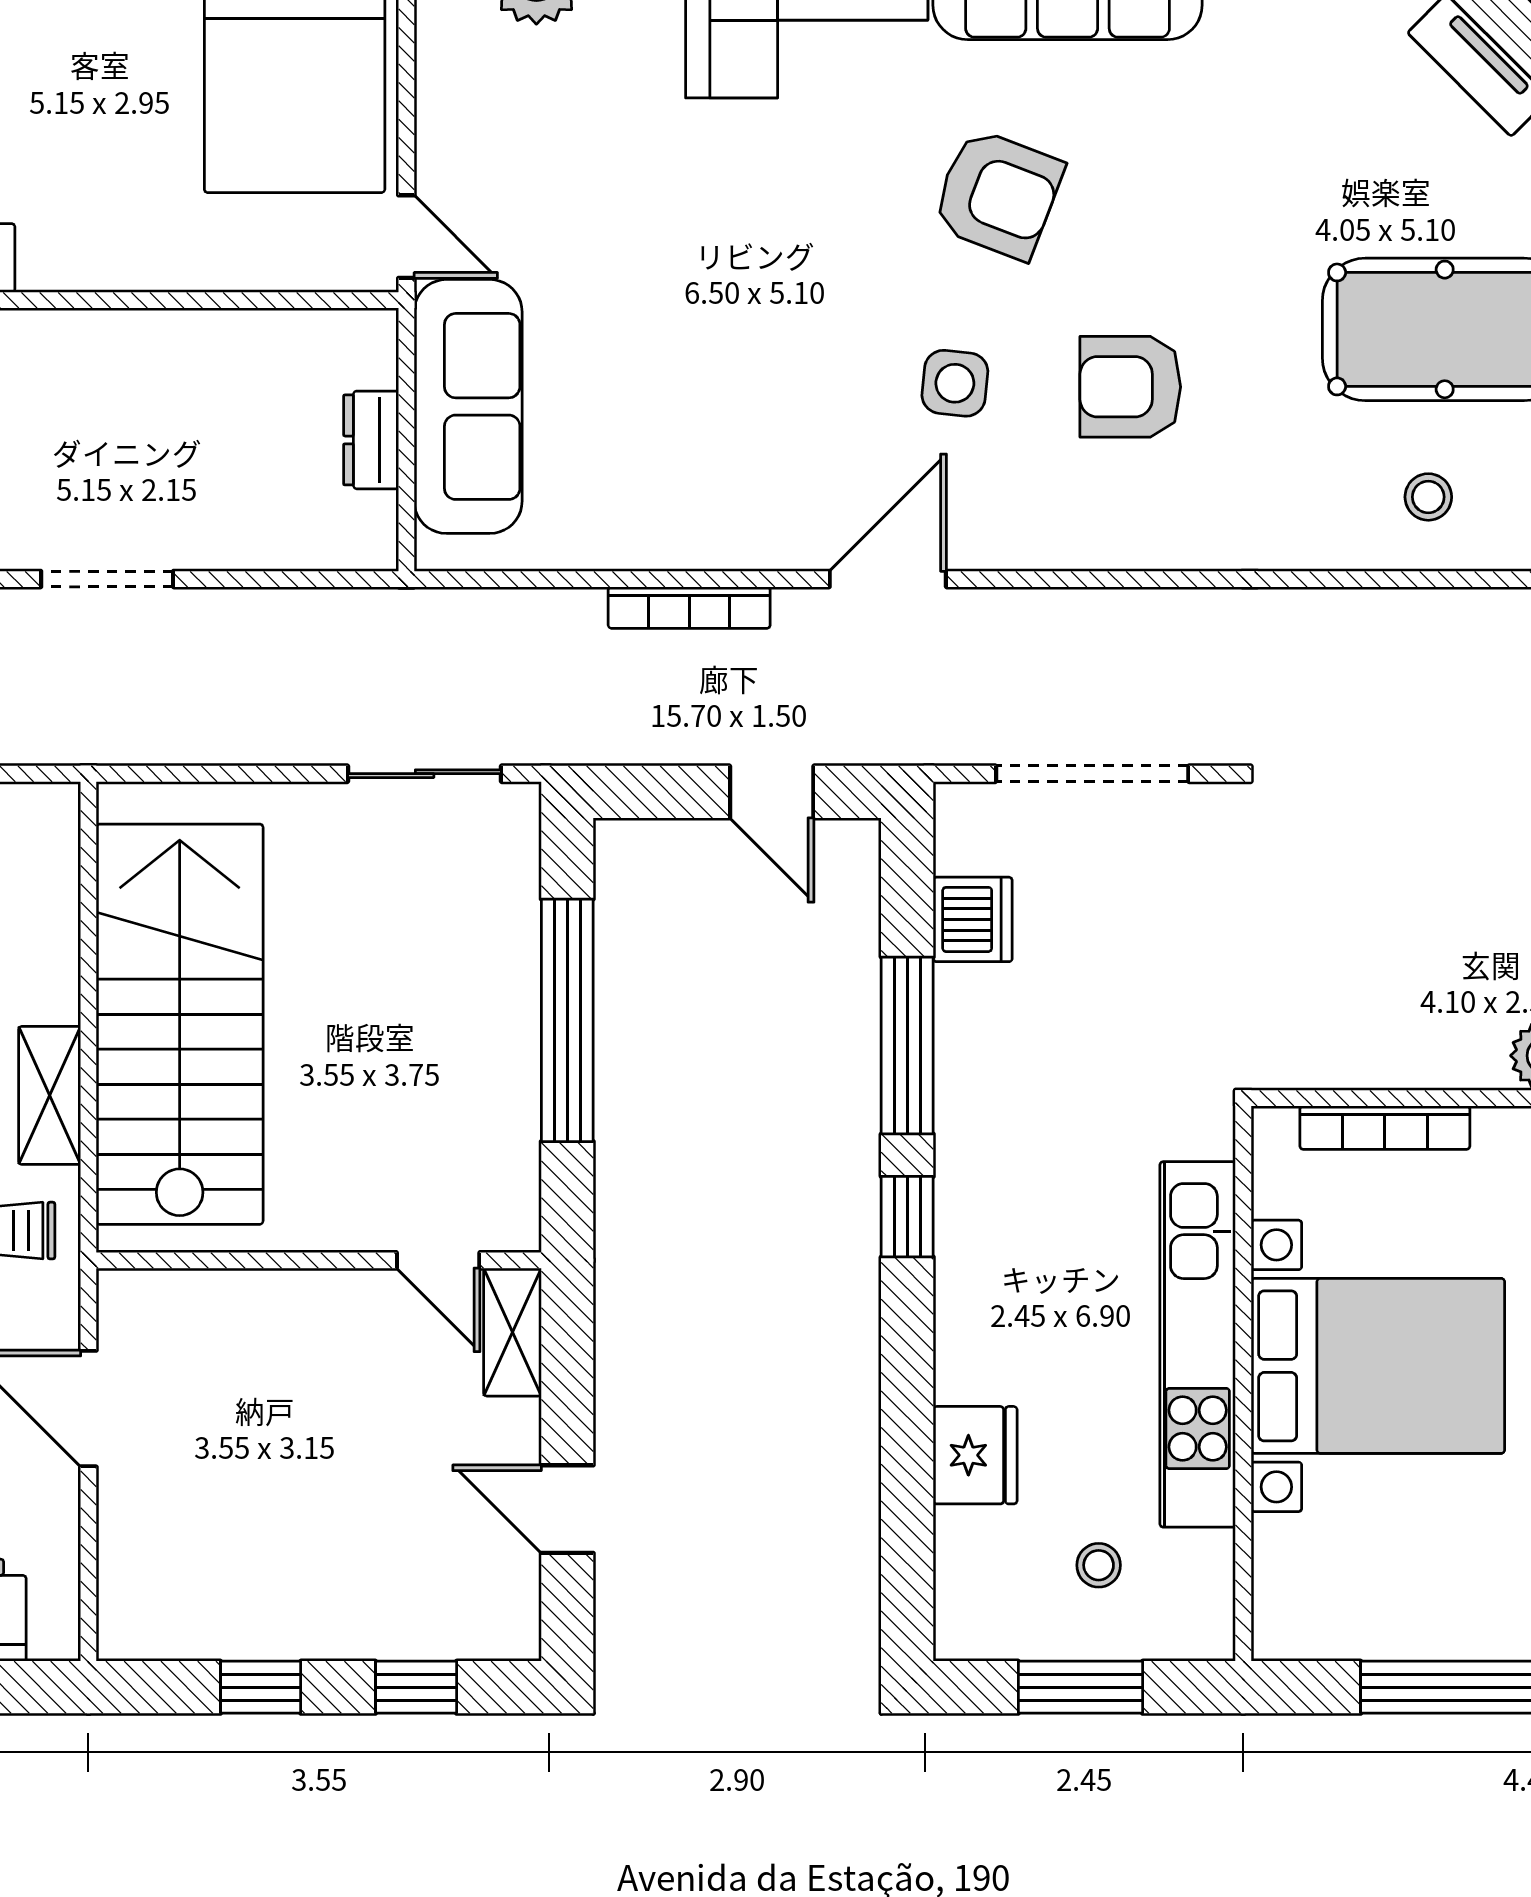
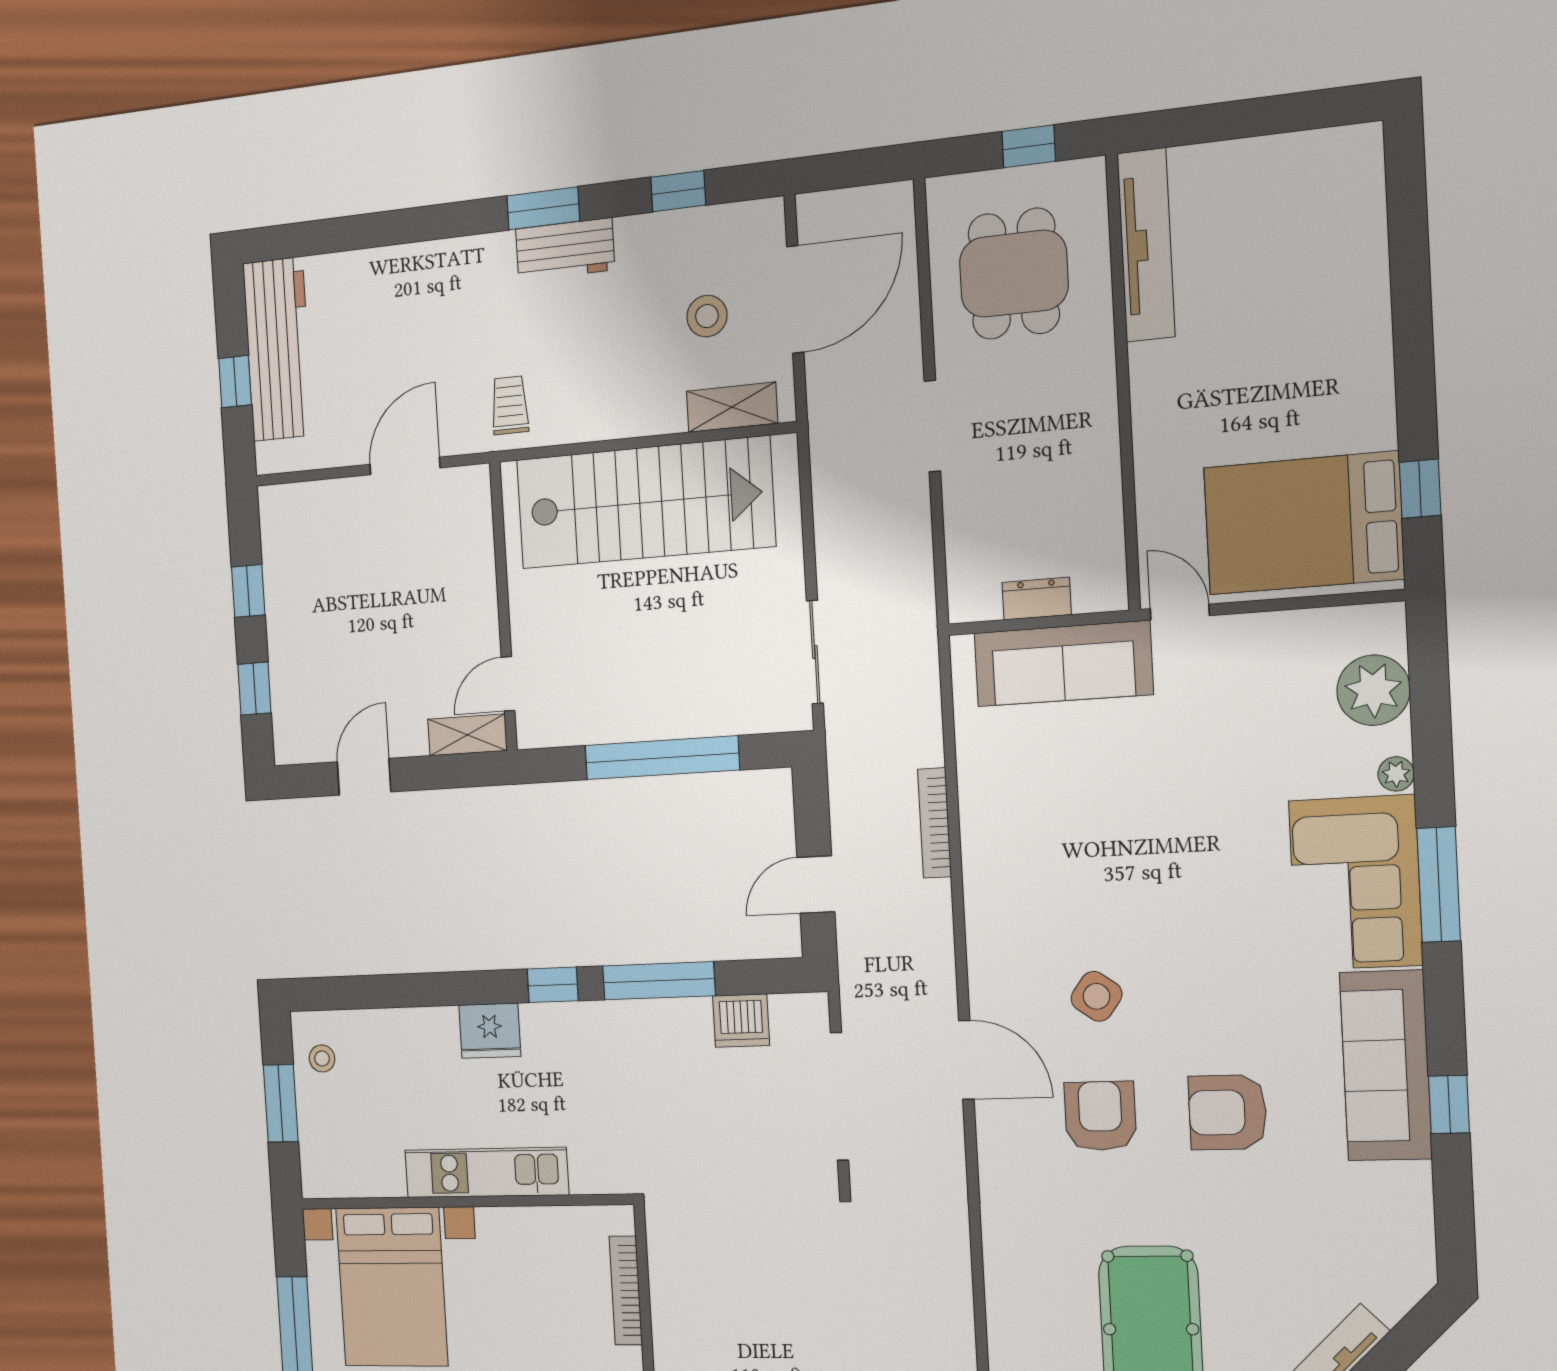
armchair: (998, 194) -> (1228, 1112), moved, turned 69
door: (406, 237) -> (1180, 612), swing flipped
side table: (955, 383) -> (1097, 996), turned 30
stool: (1428, 497) -> (1036, 1318), removed
door: (888, 579) -> (966, 1060), moved
shelving: (50, 1095) -> (732, 407), moved
kitchen unit: (1198, 1344) -> (486, 1172), width x0.73
bed with nightstands: (1378, 1366) -> (392, 1287), moved
fridge: (975, 1455) -> (490, 1031), moved
stool: (1099, 1565) -> (322, 1058), moved

